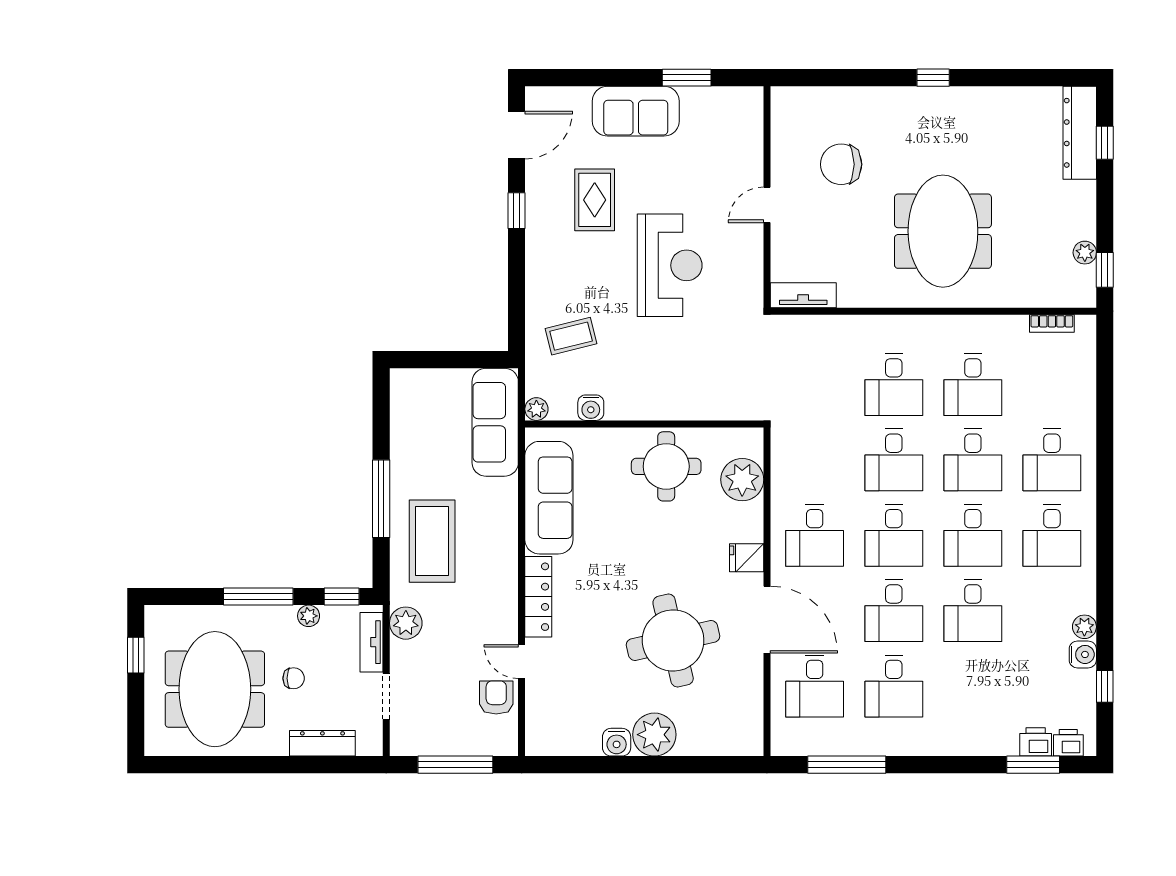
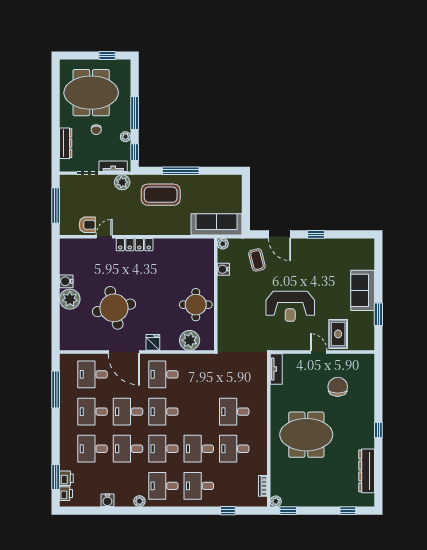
dresser: (1080, 133) -> (367, 471), moved, turned -90
door: (517, 135) -> (280, 234), moved
rug: (595, 200) -> (338, 334), moved, turned 90
plant: (1085, 253) -> (276, 501), moved
desk: (894, 460) -> (93, 449), moved
sofa: (549, 498) -> (181, 250), removed
door: (767, 620) -> (124, 352), hinge flipped
plant: (1084, 627) -> (139, 501), moved
window: (1105, 686) -> (228, 511), moved

